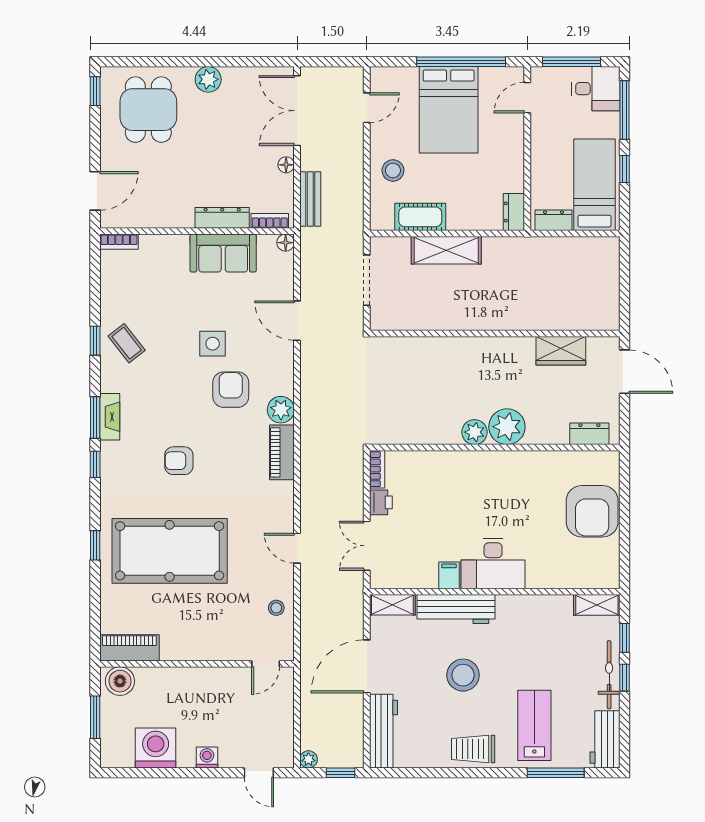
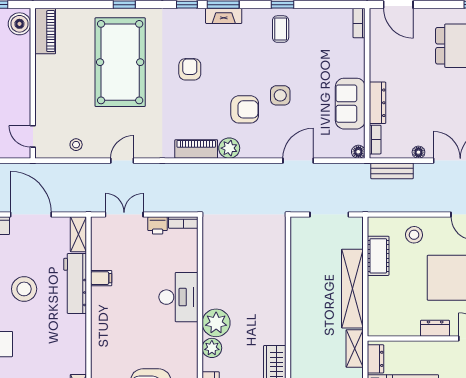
dresser: (514, 212) -> (435, 328), moved
shelving: (540, 247) -> (355, 349), added
shelving: (446, 250) -> (352, 289), width x1.47
coffee table: (127, 343) -> (281, 29), turned -52
plant: (475, 432) -> (212, 348), moved
desk: (493, 564) -> (178, 297), moved, turned 180

